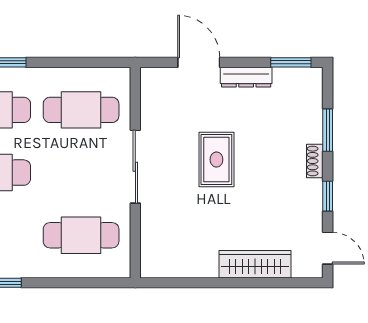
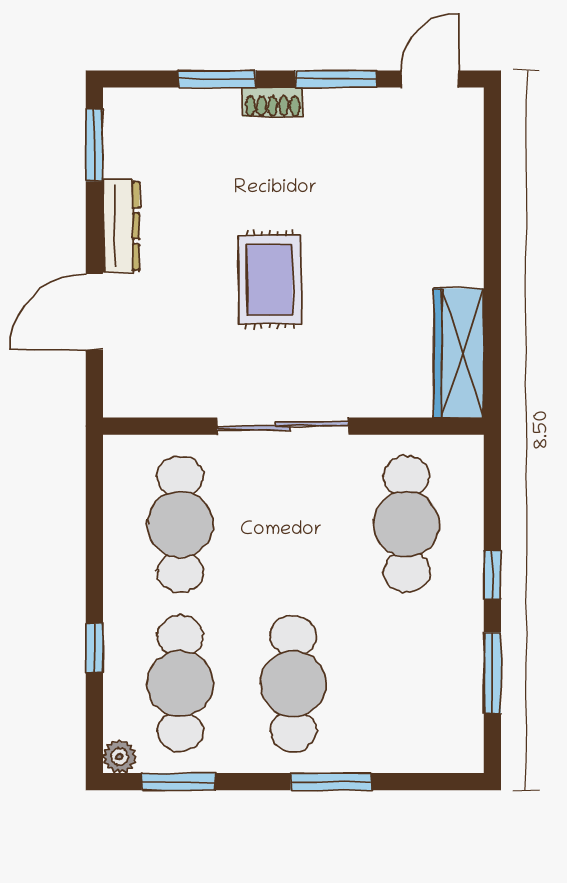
rug: (216, 160) -> (270, 280), turned 90
window: (328, 196) -> (336, 79), width x1.50
wardrobe: (255, 264) -> (459, 353), moved
window: (53, 283) -> (492, 575), added

